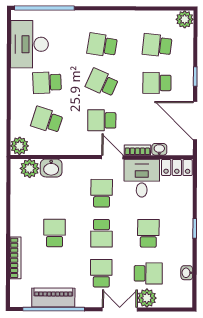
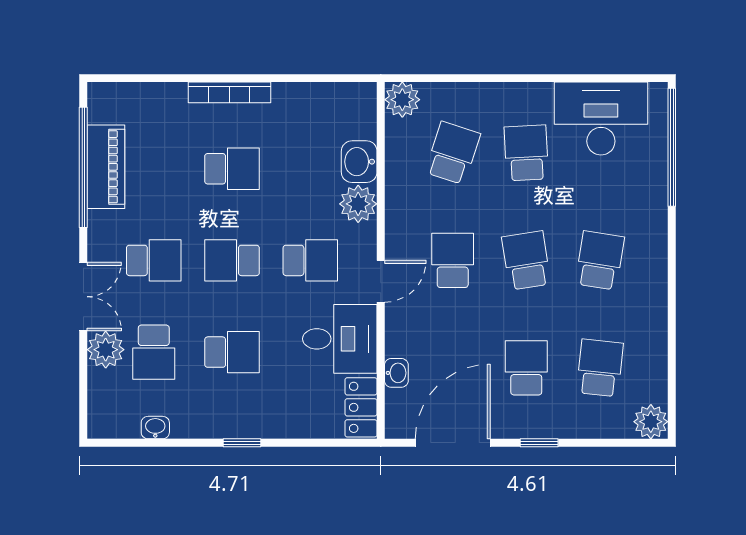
school desk: (102, 83) -> (526, 260), turned -33
bookcase: (137, 150) -> (395, 330), removed
plant: (30, 168) -> (358, 204), moved
bookcase: (15, 258) -> (229, 92), moved

